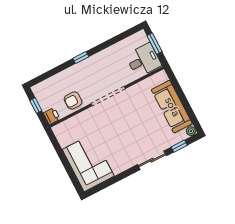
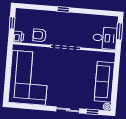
corner sofa: (88, 163) -> (29, 78), width x1.36, depth x1.36

